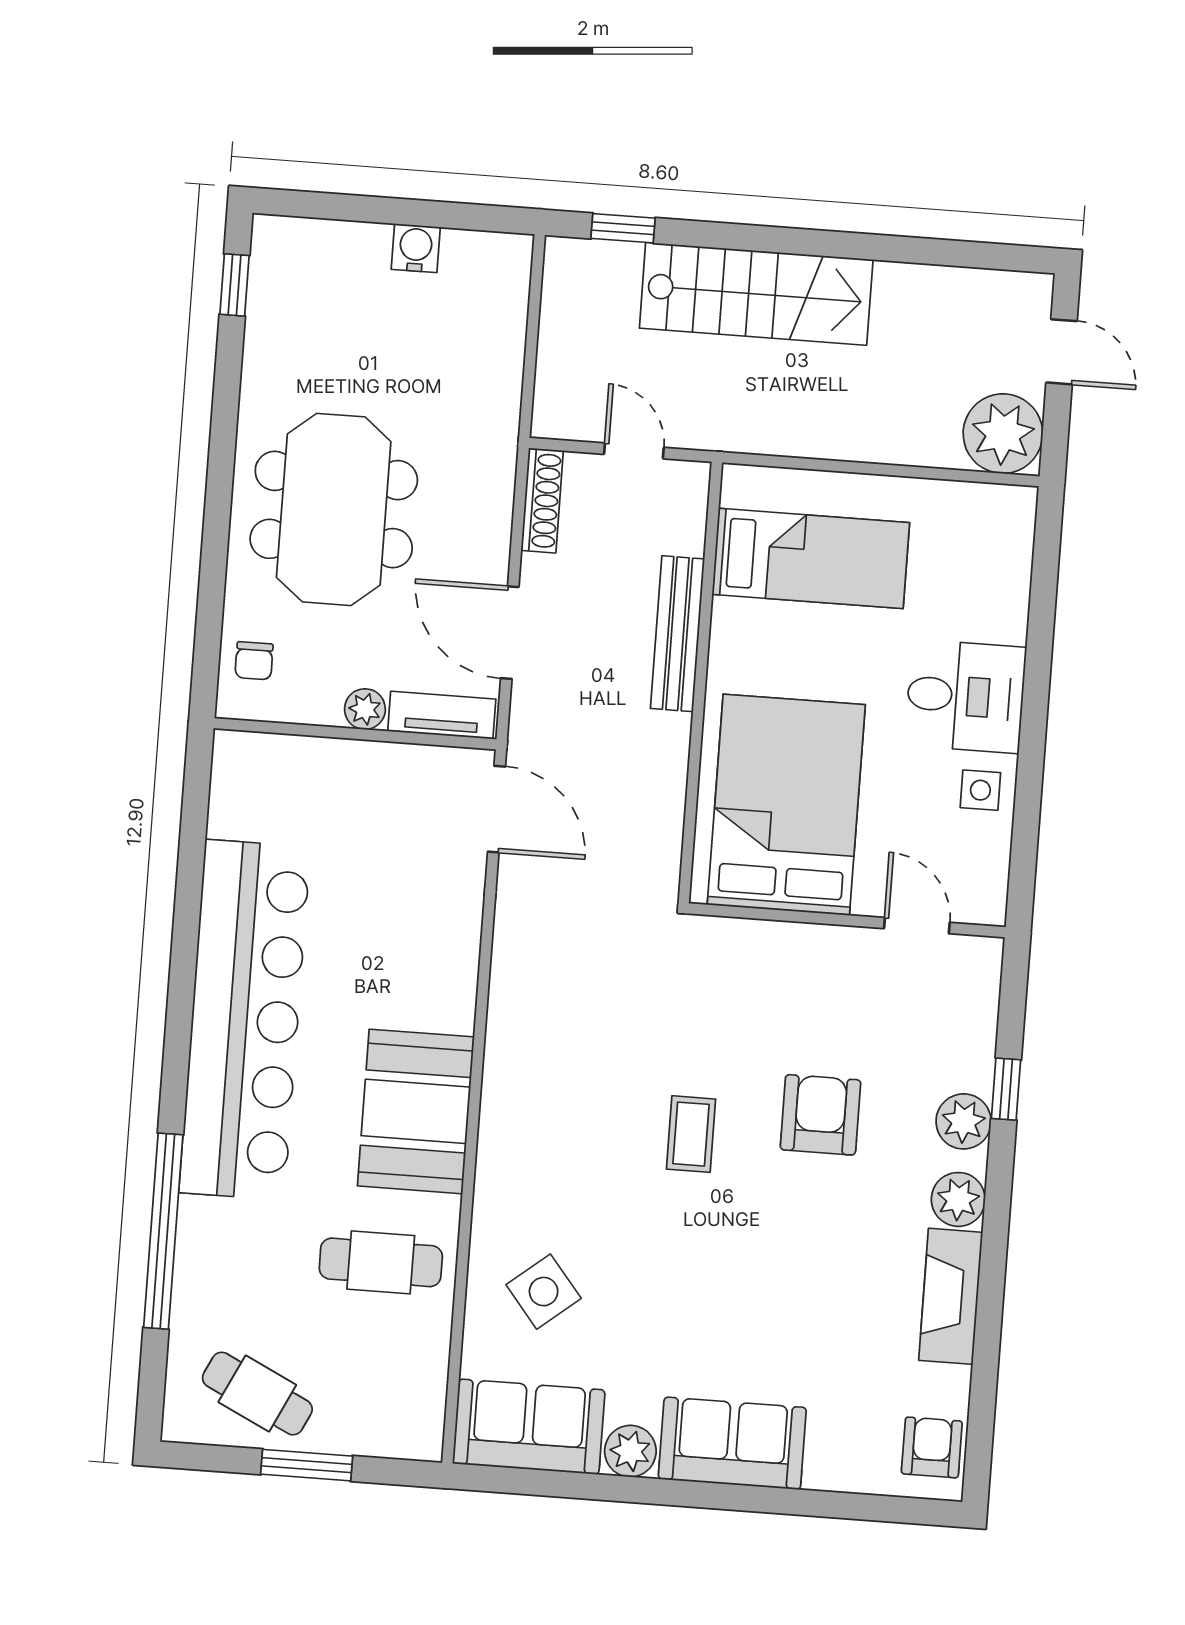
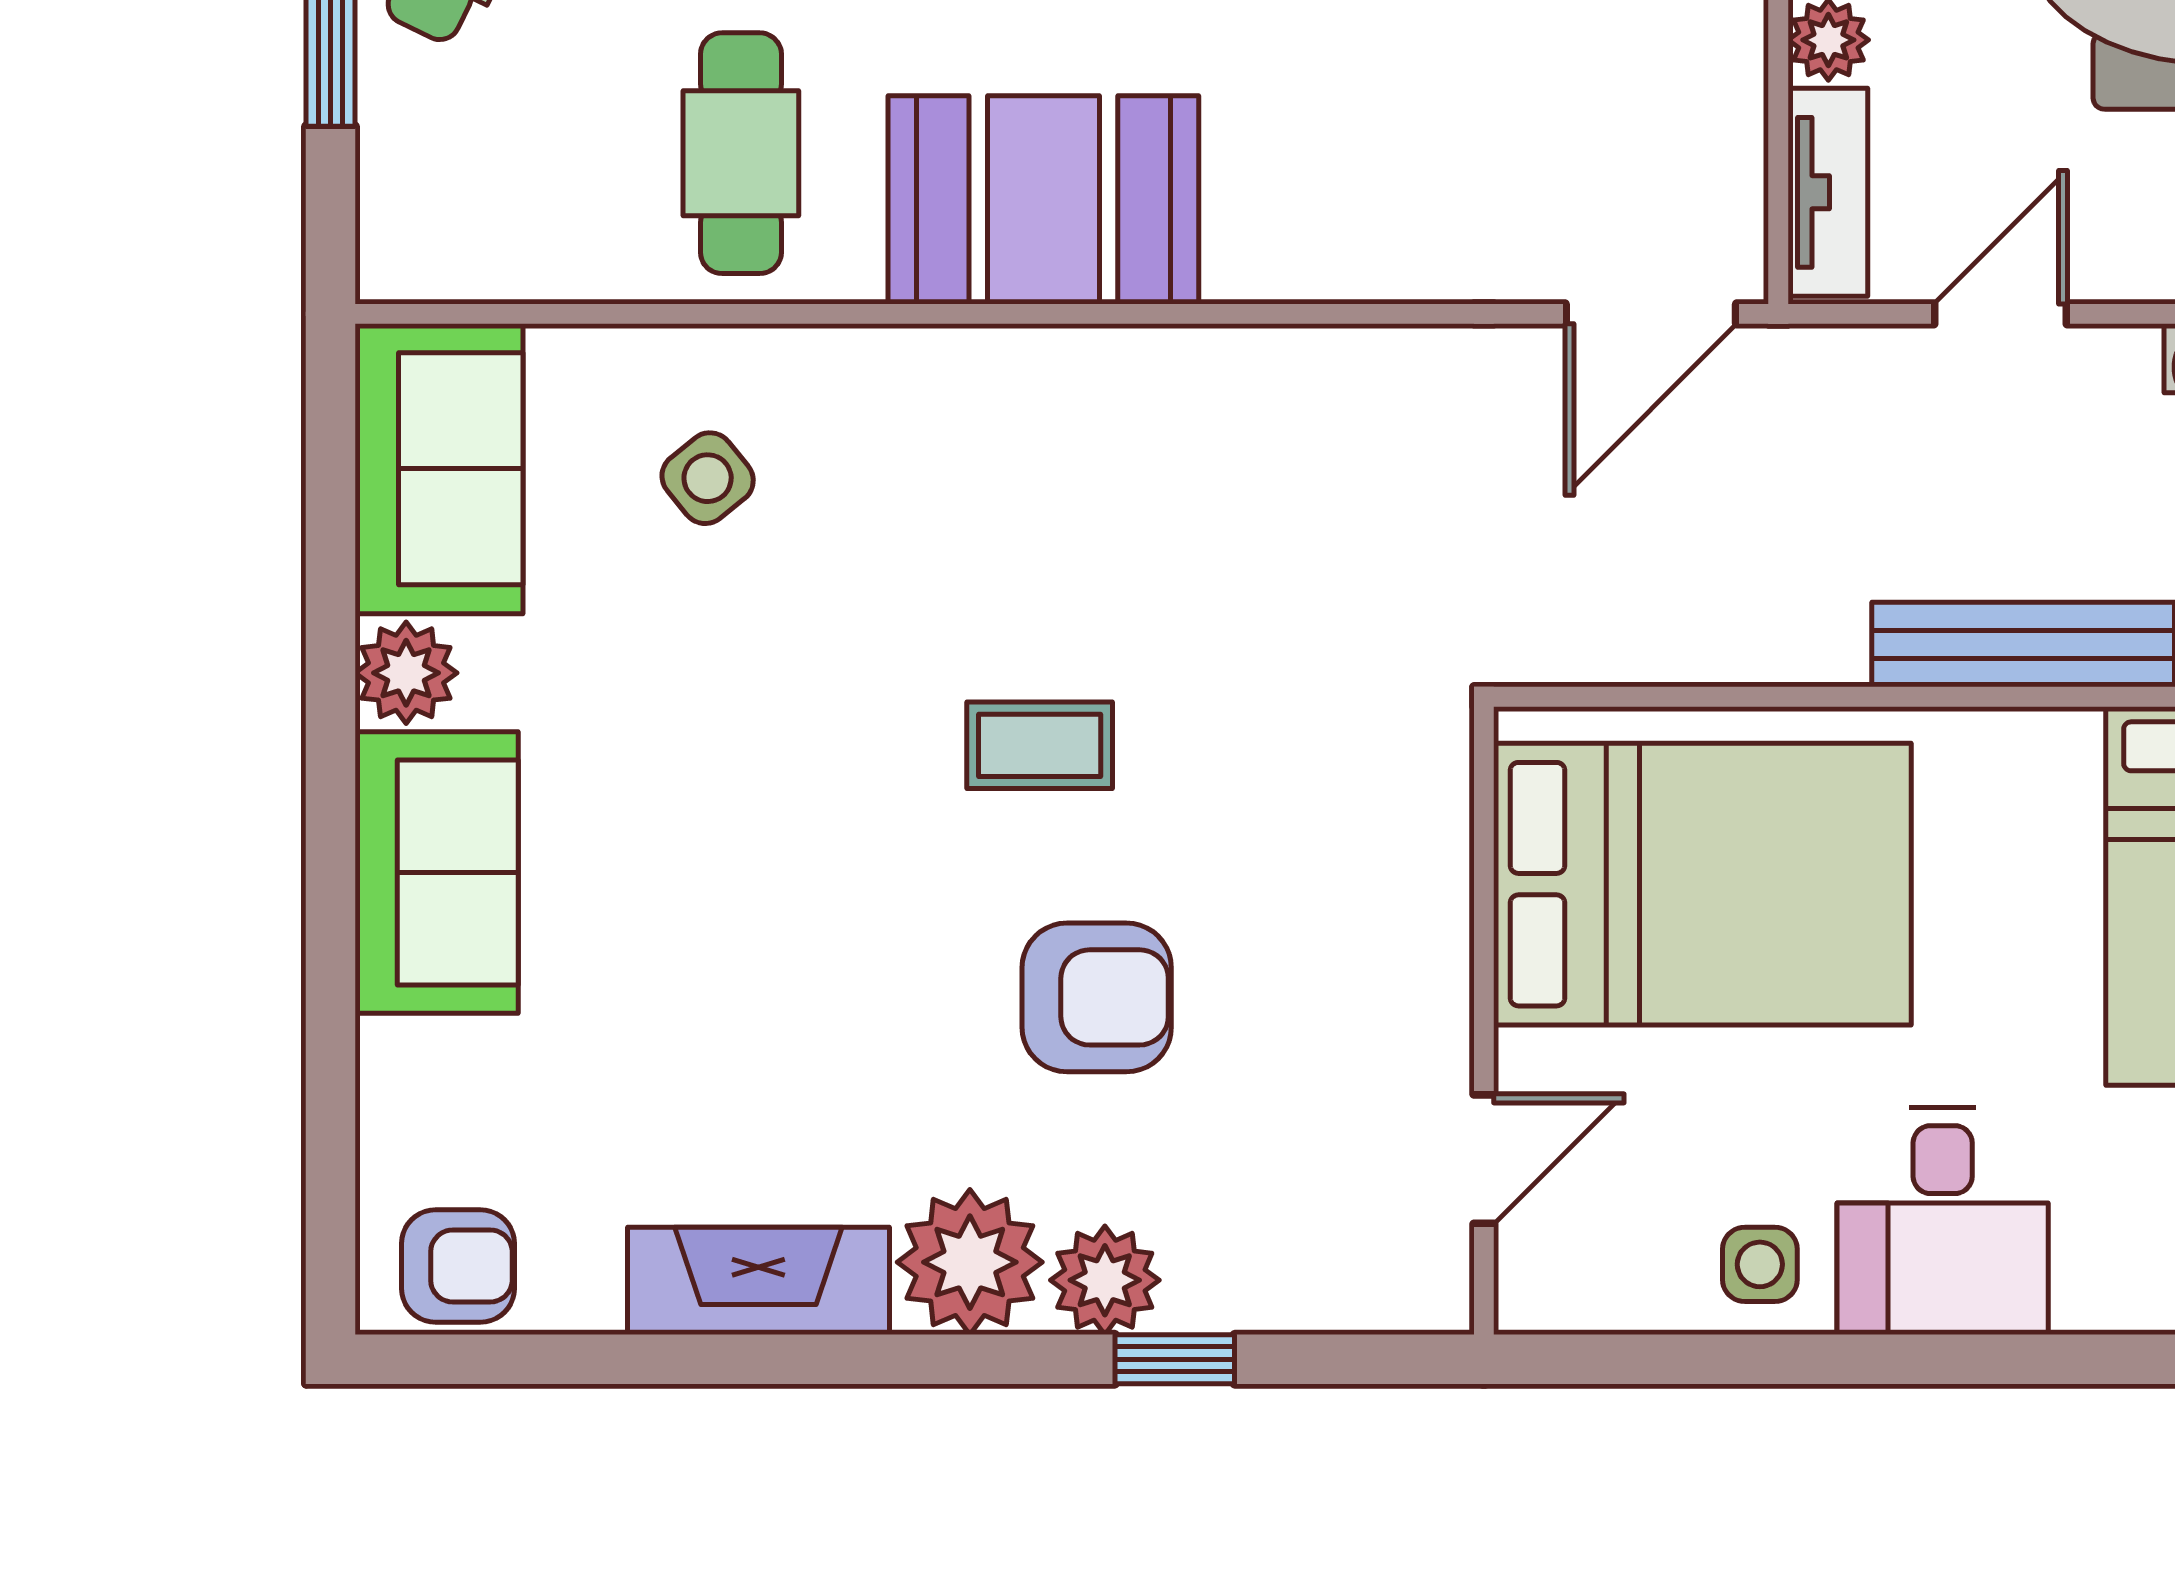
door: (510, 633) -> (2001, 314), width x0.73
plant: (958, 1199) -> (970, 1262), width x1.36, depth x1.36
side table: (544, 1292) -> (708, 478), width x0.73, depth x0.73

